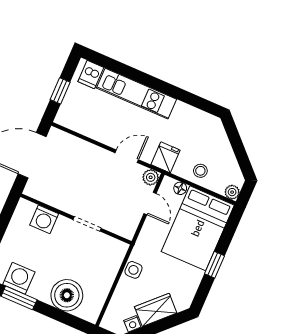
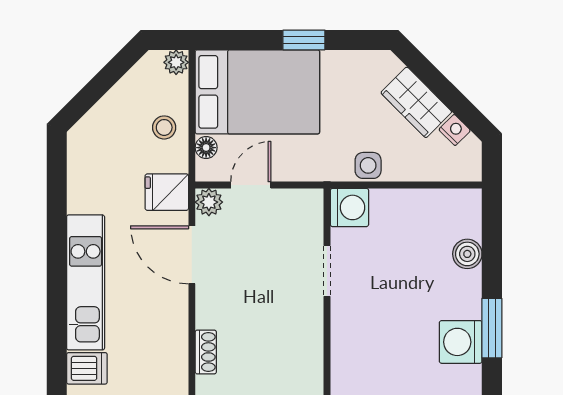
shoe rack: (72, 141) -> (206, 352), added
door: (127, 156) -> (192, 255), width x1.38
washing machine: (44, 219) -> (349, 207), moved
boiler: (67, 295) -> (467, 254), width x0.54, depth x0.54

